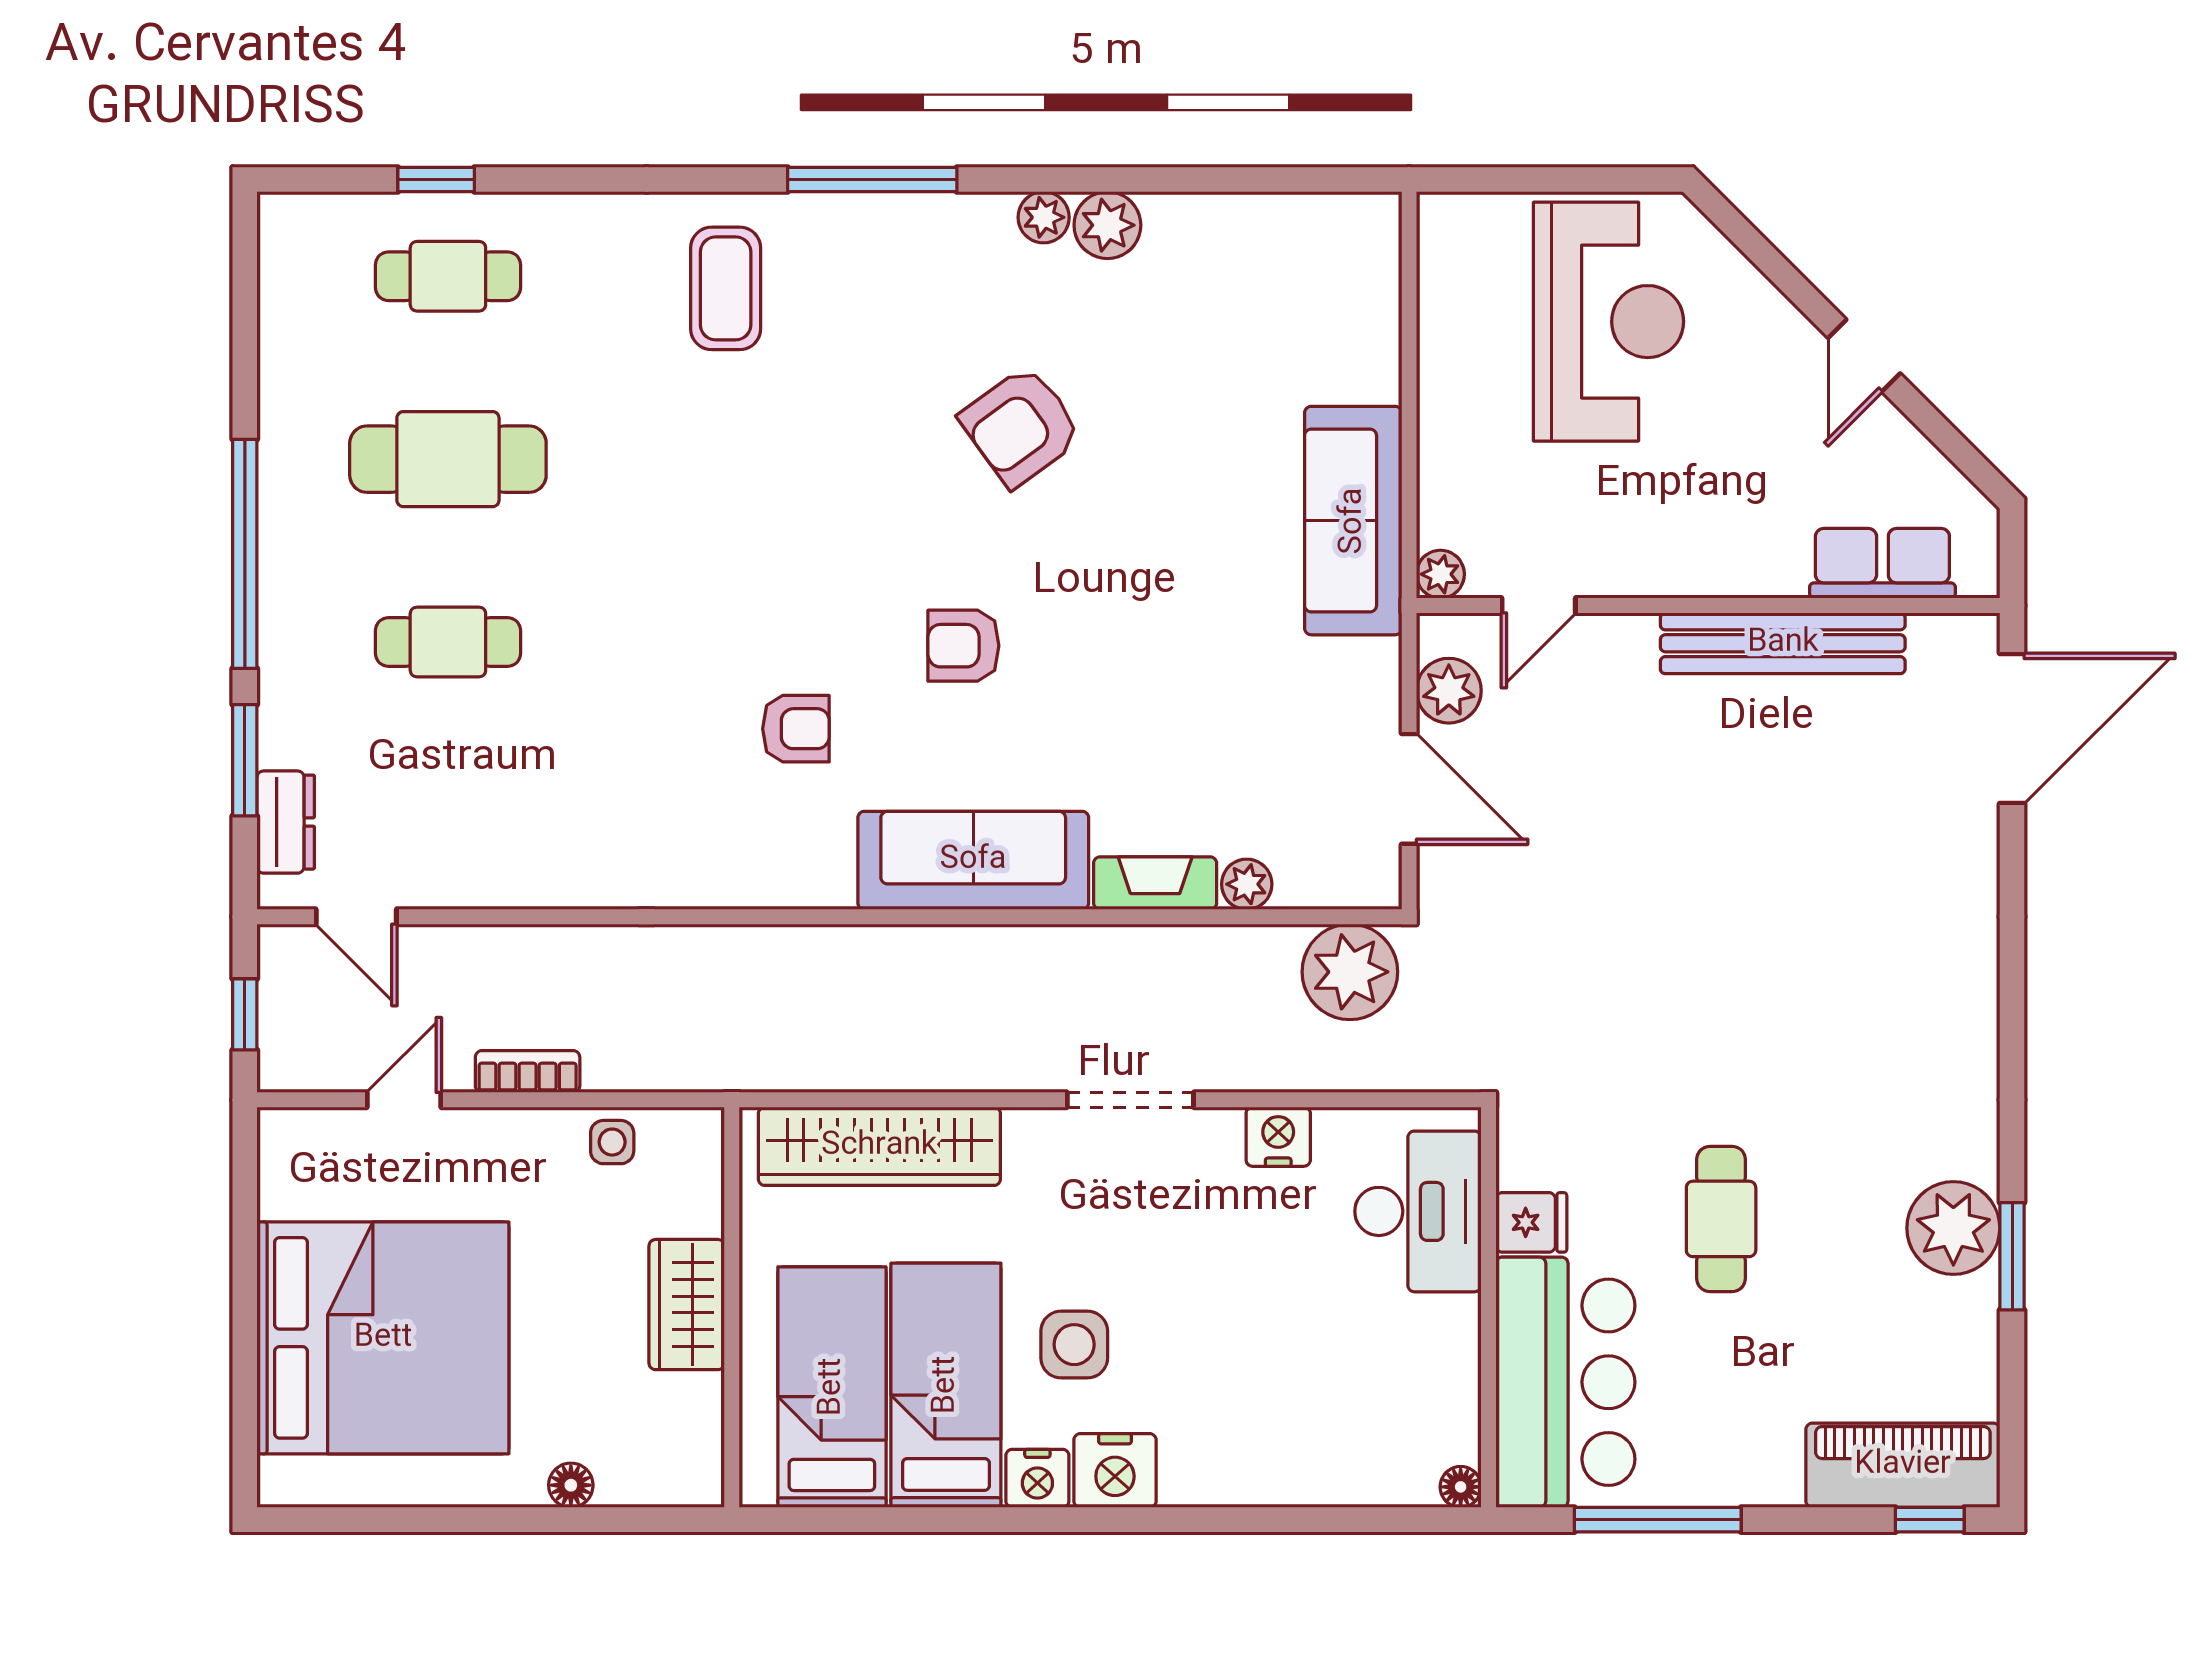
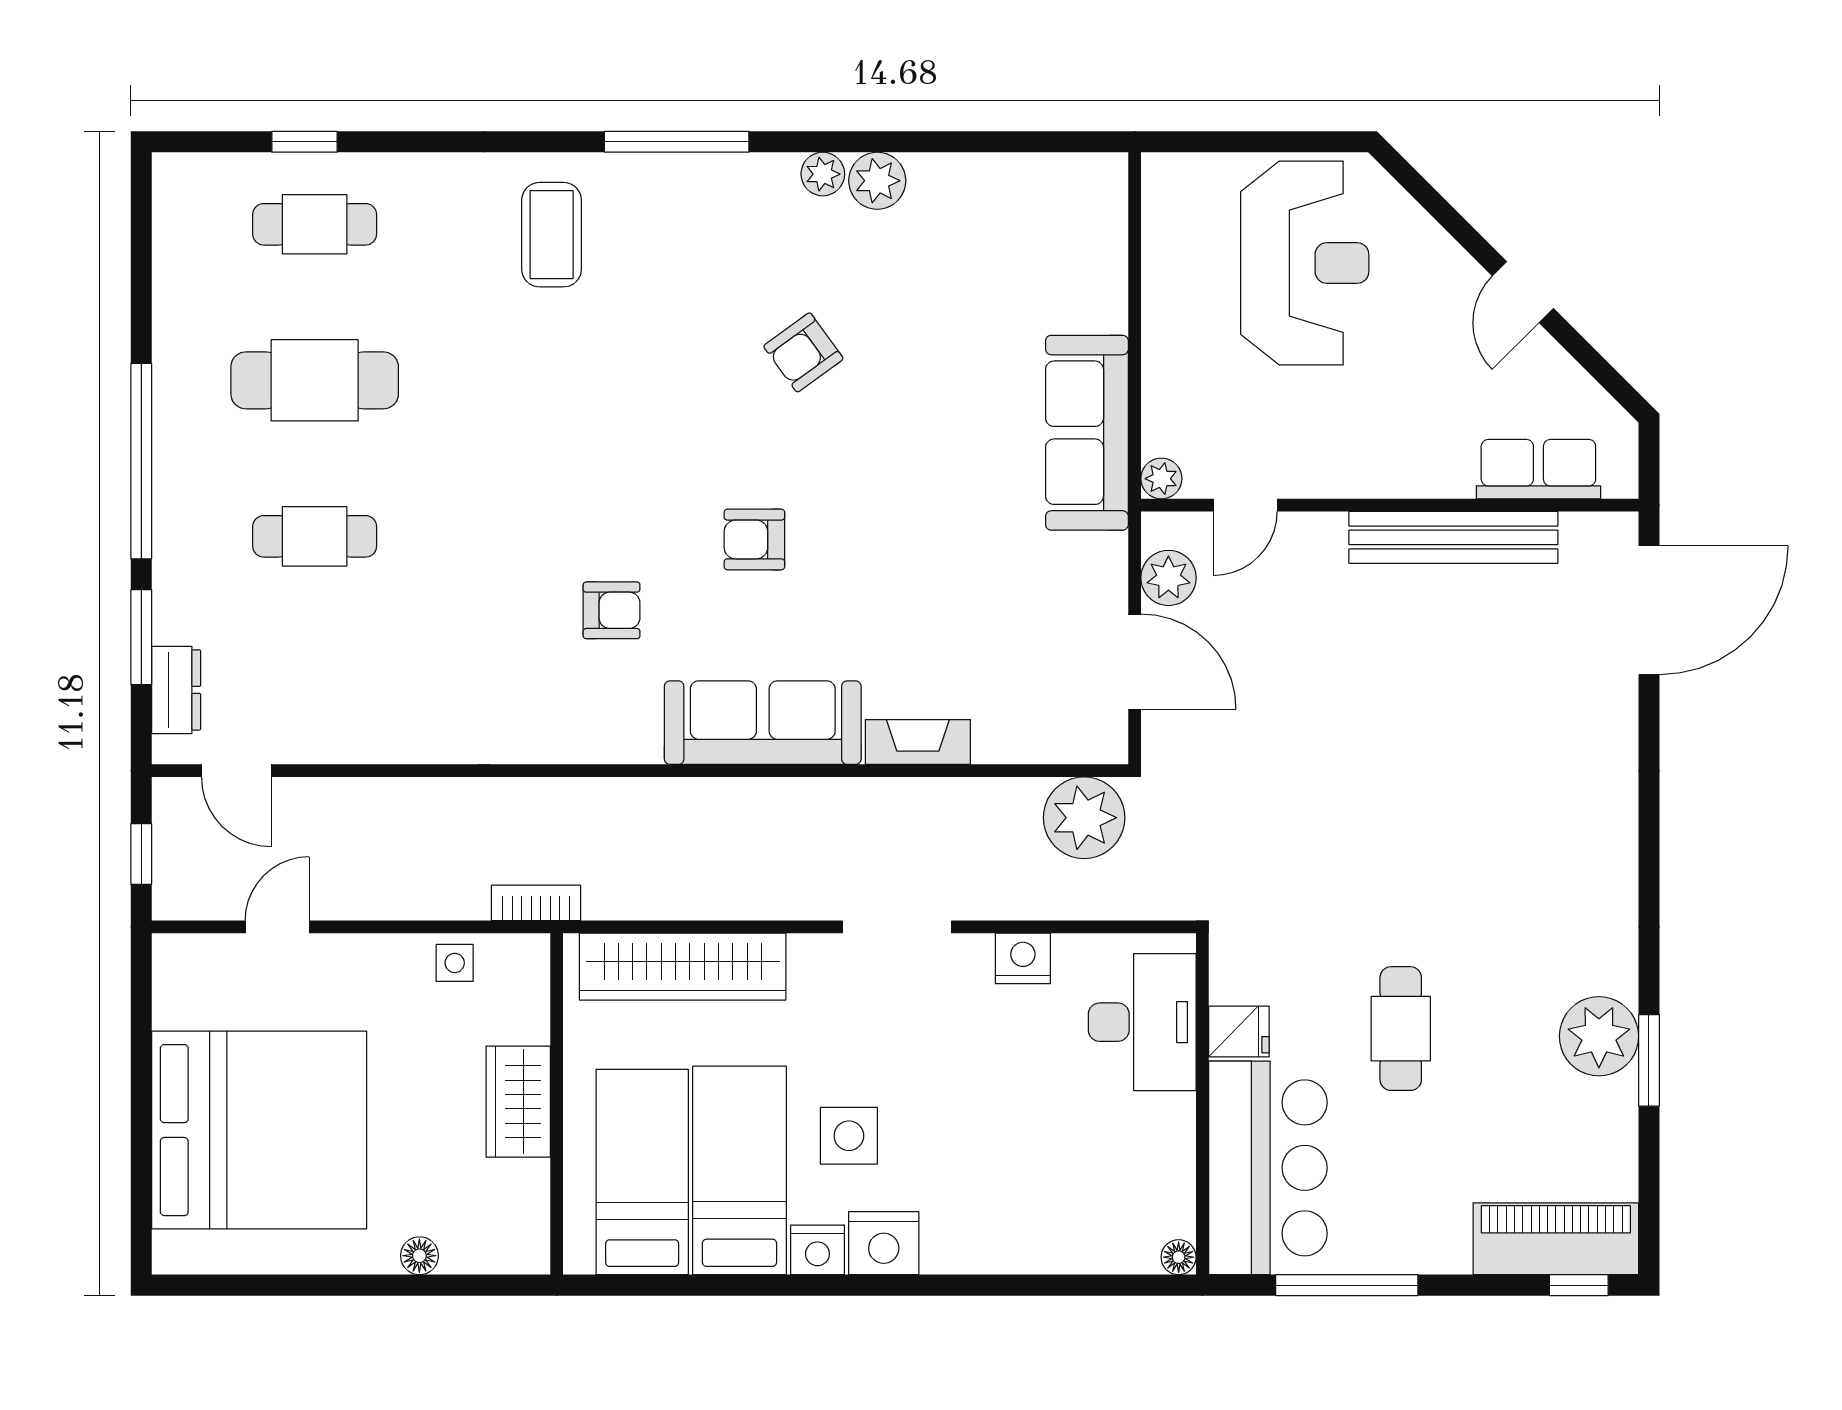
armchair: (1021, 426) -> (803, 352), width x0.72, depth x0.72
plant: (1247, 884) -> (996, 743), removed
bookcase: (528, 1072) -> (536, 903), moved

